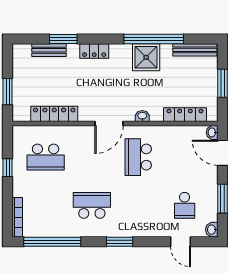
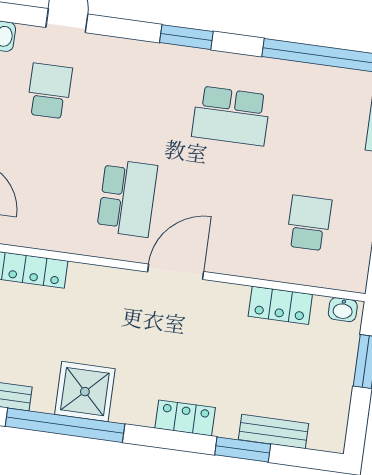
locker: (54, 114) -> (280, 305), width x0.66
washbasin: (142, 116) -> (343, 310), moved
school desk: (46, 157) -> (309, 223), width x0.54

